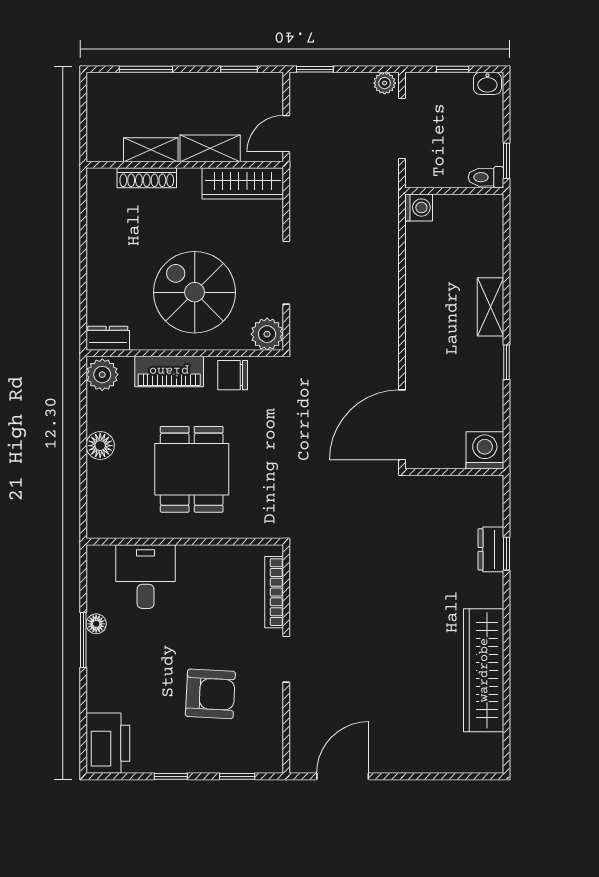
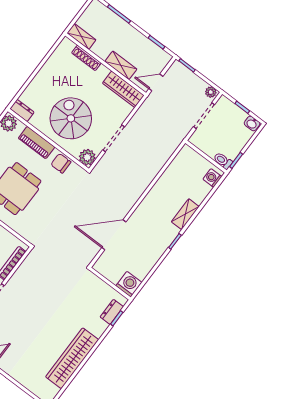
shelving: (151, 150) -> (81, 36), moved
washing machine: (419, 208) -> (212, 178), moved, turned 180
washing machine: (485, 450) -> (129, 284), moved
wall: (454, 472) -> (110, 284), moved

